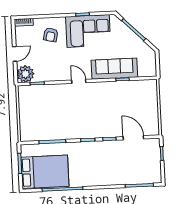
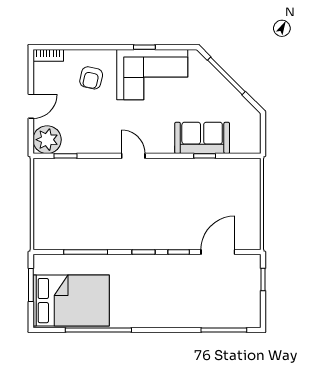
sofa: (114, 69) -> (202, 138), width x0.73
door: (133, 138) -> (218, 252), hinge flipped

